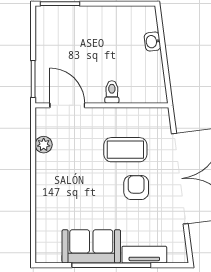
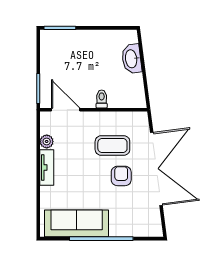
washbasin: (152, 42) -> (132, 59), width x1.91, depth x1.45
sofa: (91, 246) -> (77, 223), width x1.36
tv unit: (144, 255) -> (47, 168), moved, turned 90

